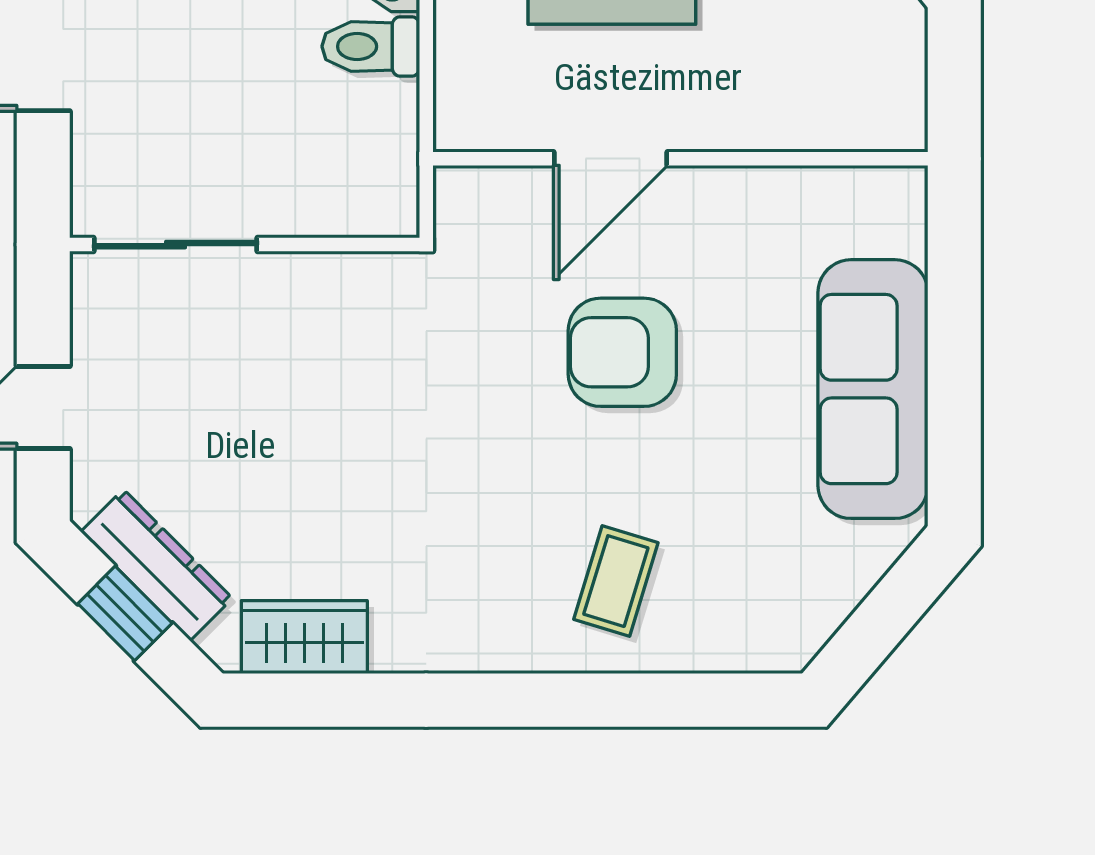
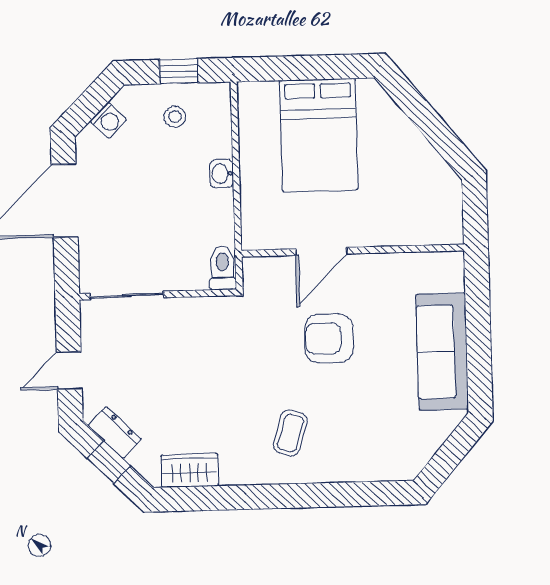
toilet: (371, 46) -> (222, 268), moved, turned 90
dresser: (157, 565) -> (115, 433), width x0.70
coffee table: (616, 581) -> (290, 433), moved

